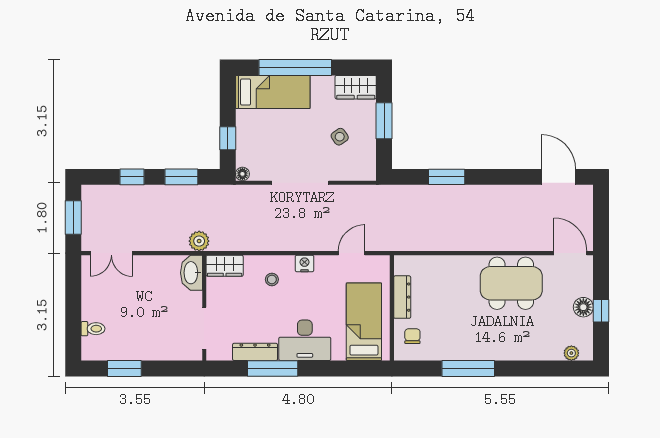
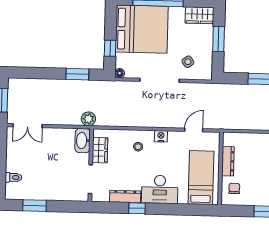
bed: (273, 92) -> (142, 29), width x2.04
side table: (340, 137) -> (188, 62), moved
window: (132, 177) -> (43, 73), removed
wardrobe: (225, 266) -> (100, 150), moved, turned -90
window: (273, 368) -> (137, 208), width x0.46

